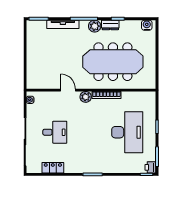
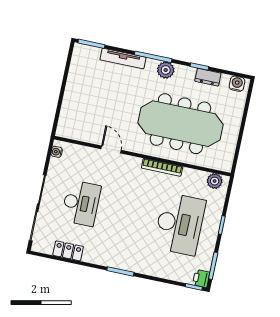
dresser: (110, 25) -> (208, 77), moved
plant: (86, 97) -> (215, 181), moved
desk: (55, 132) -> (81, 203), width x1.37

